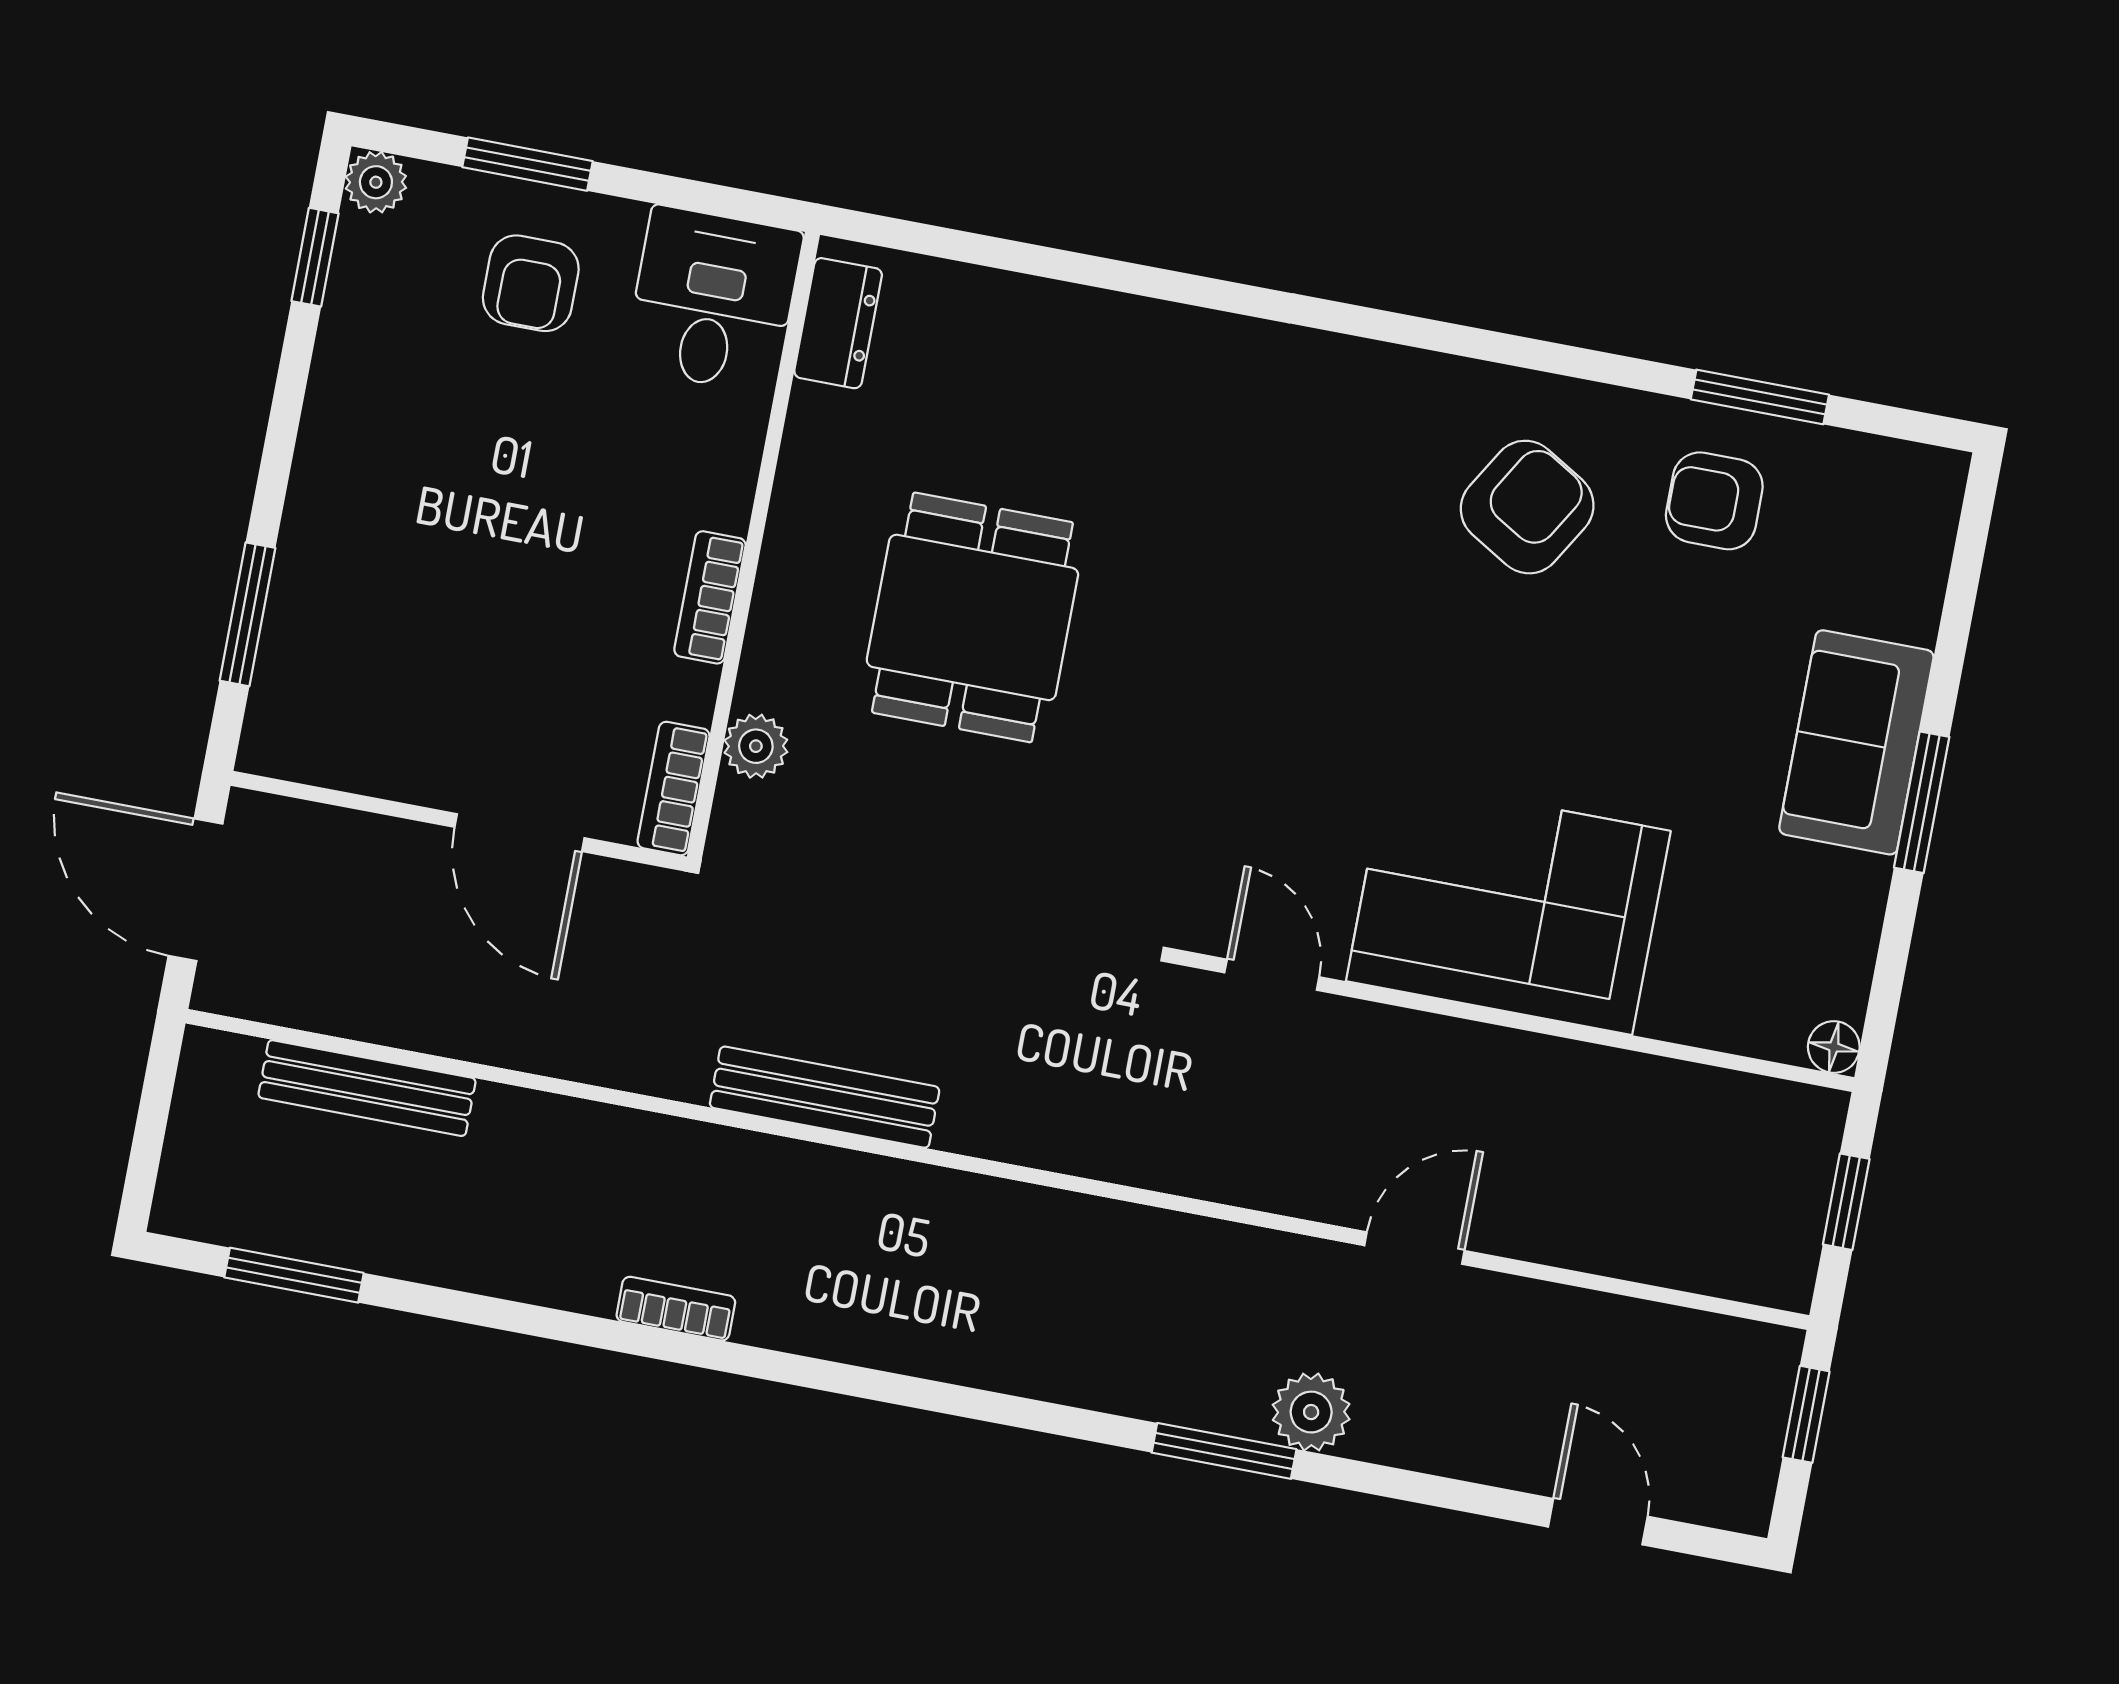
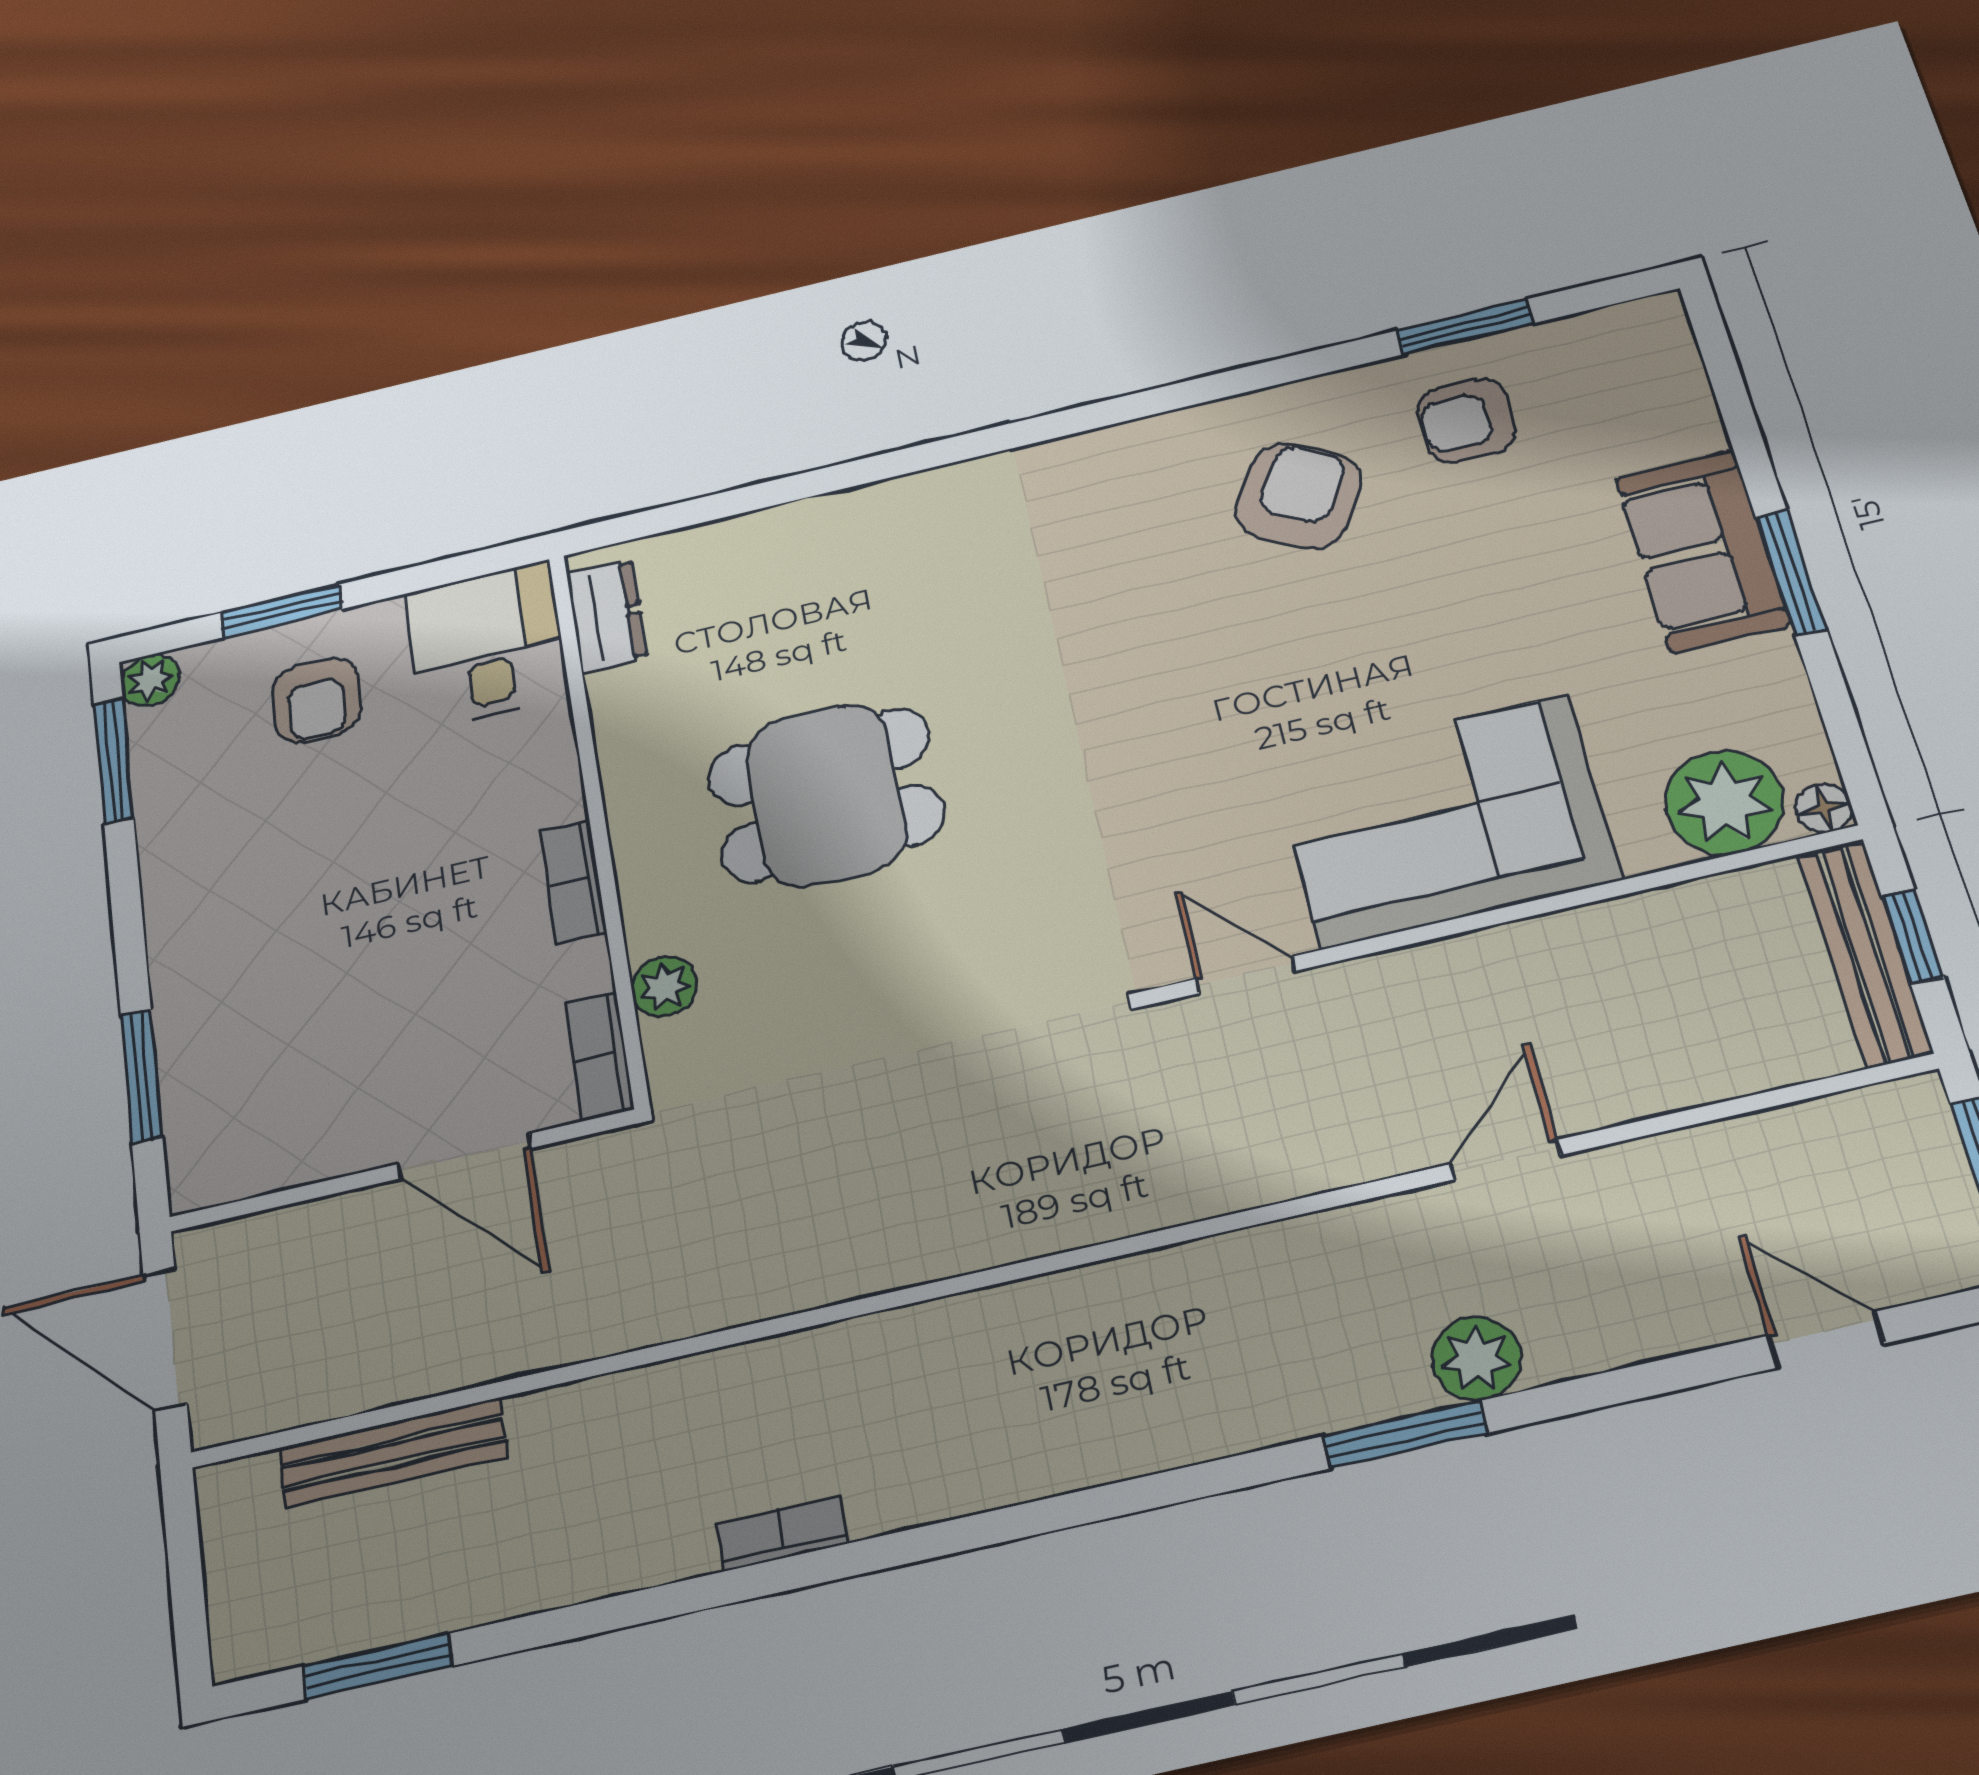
window: (315, 257) -> (113, 761), width x1.50
dining table: (972, 617) -> (826, 795), turned 90
plant: (1754, 1002) -> (1724, 802), added
bench: (825, 1097) -> (1865, 954), moved, turned 90

